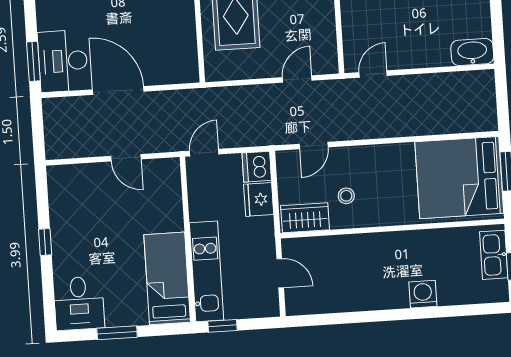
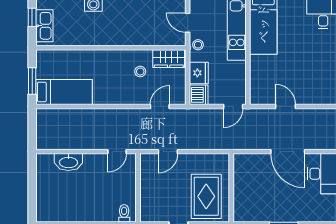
washbasin: (472, 52) -> (68, 162), moved
bed: (459, 178) -> (64, 92), width x0.49
stool: (263, 241) -> (198, 45), added

